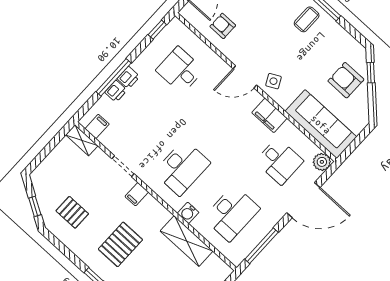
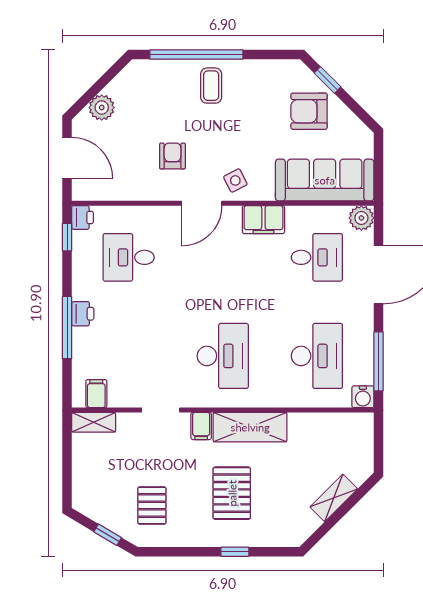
armchair: (223, 26) -> (173, 156), moved, turned 90
printer: (116, 91) -> (83, 217), moved
pallet: (72, 212) -> (152, 506), turned 90
water cooler: (188, 213) -> (363, 397), moved
shelving: (187, 241) -> (250, 427), moved

